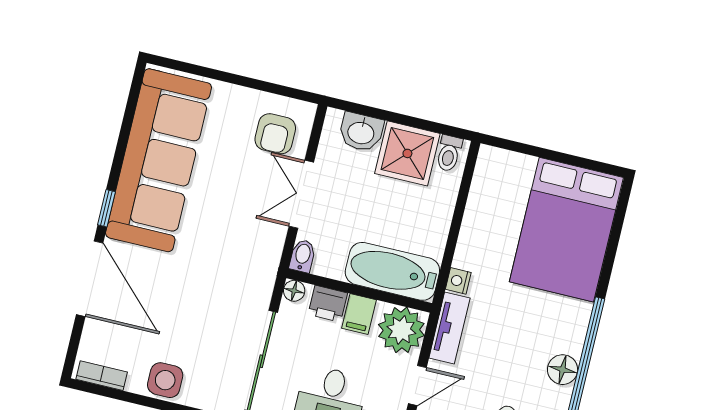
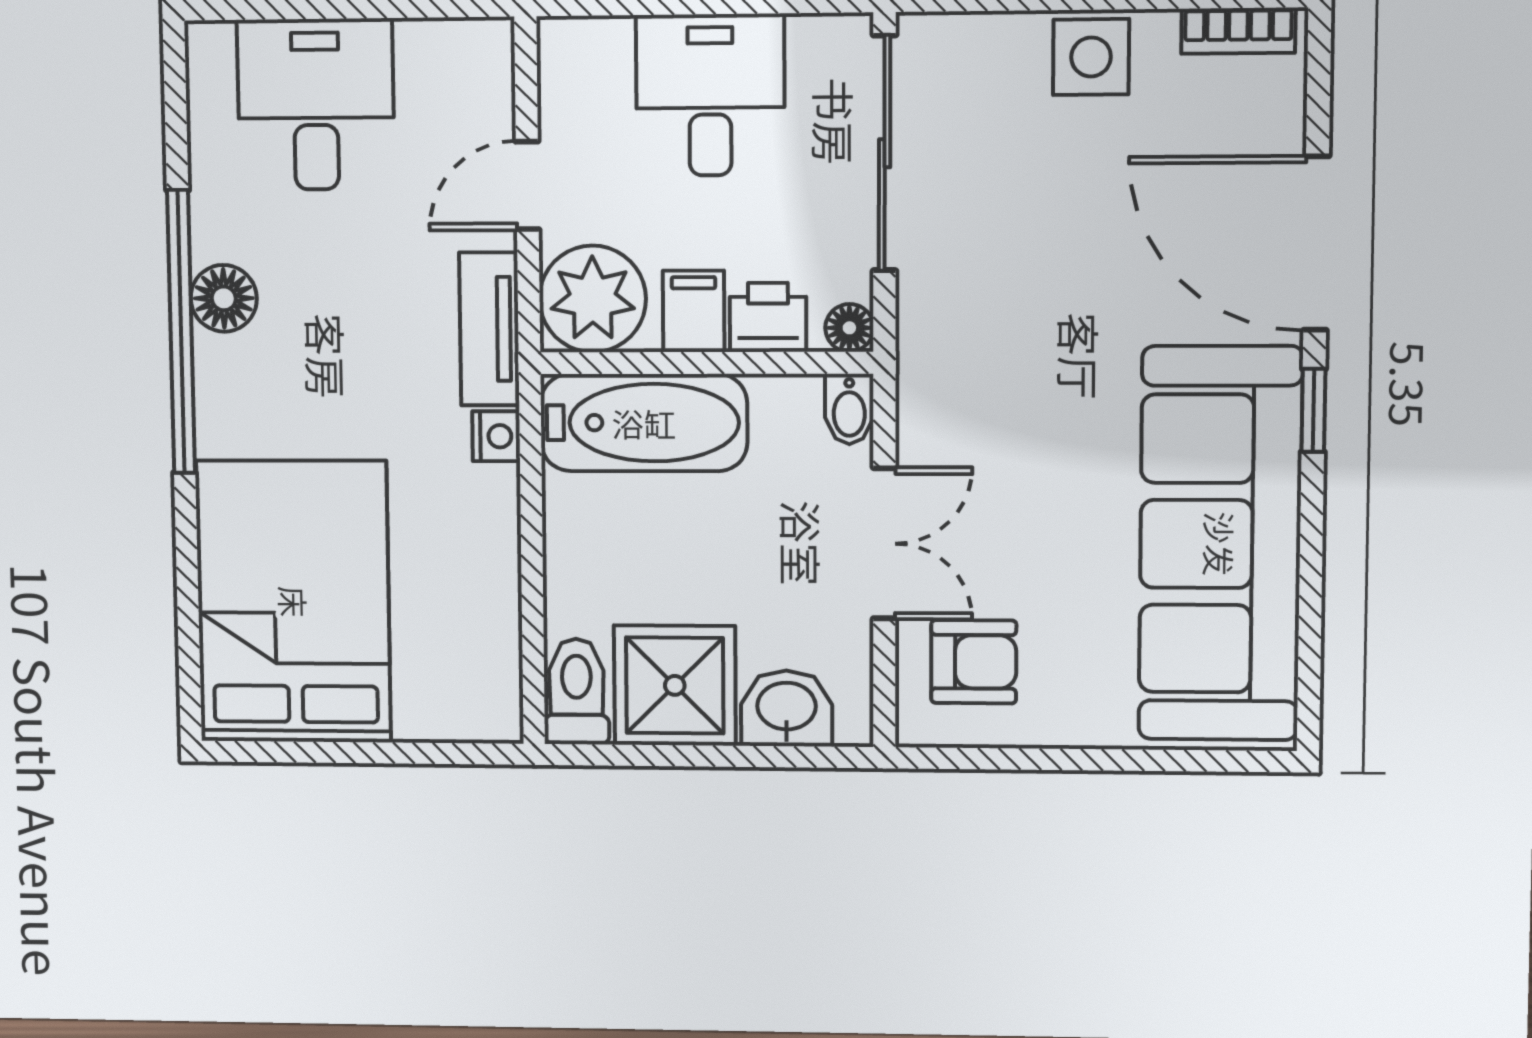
armchair: (275, 134) -> (974, 662), turned 90
toilet: (449, 153) -> (576, 692), width x1.37, depth x1.39

